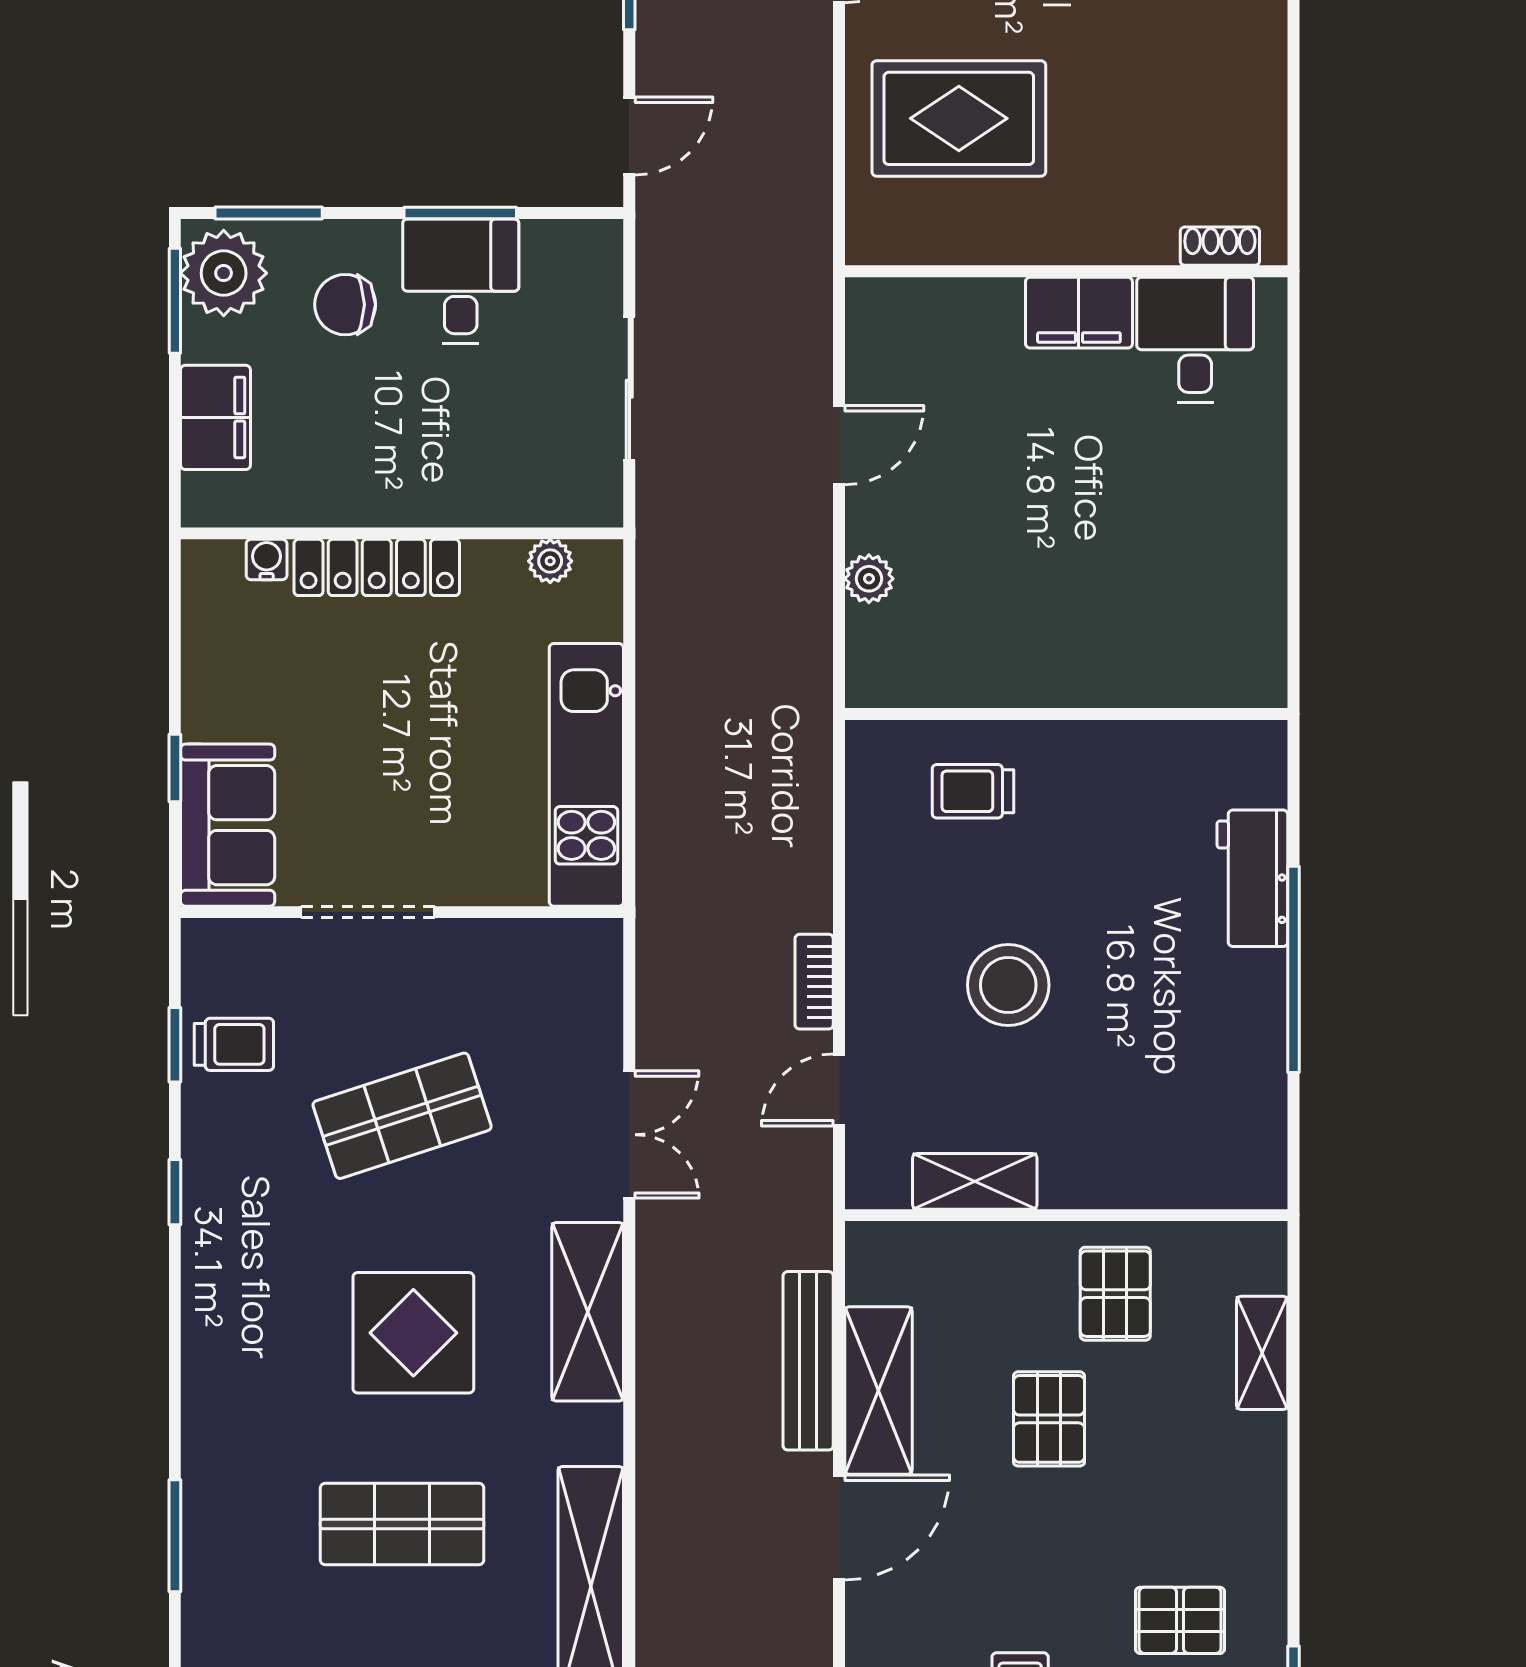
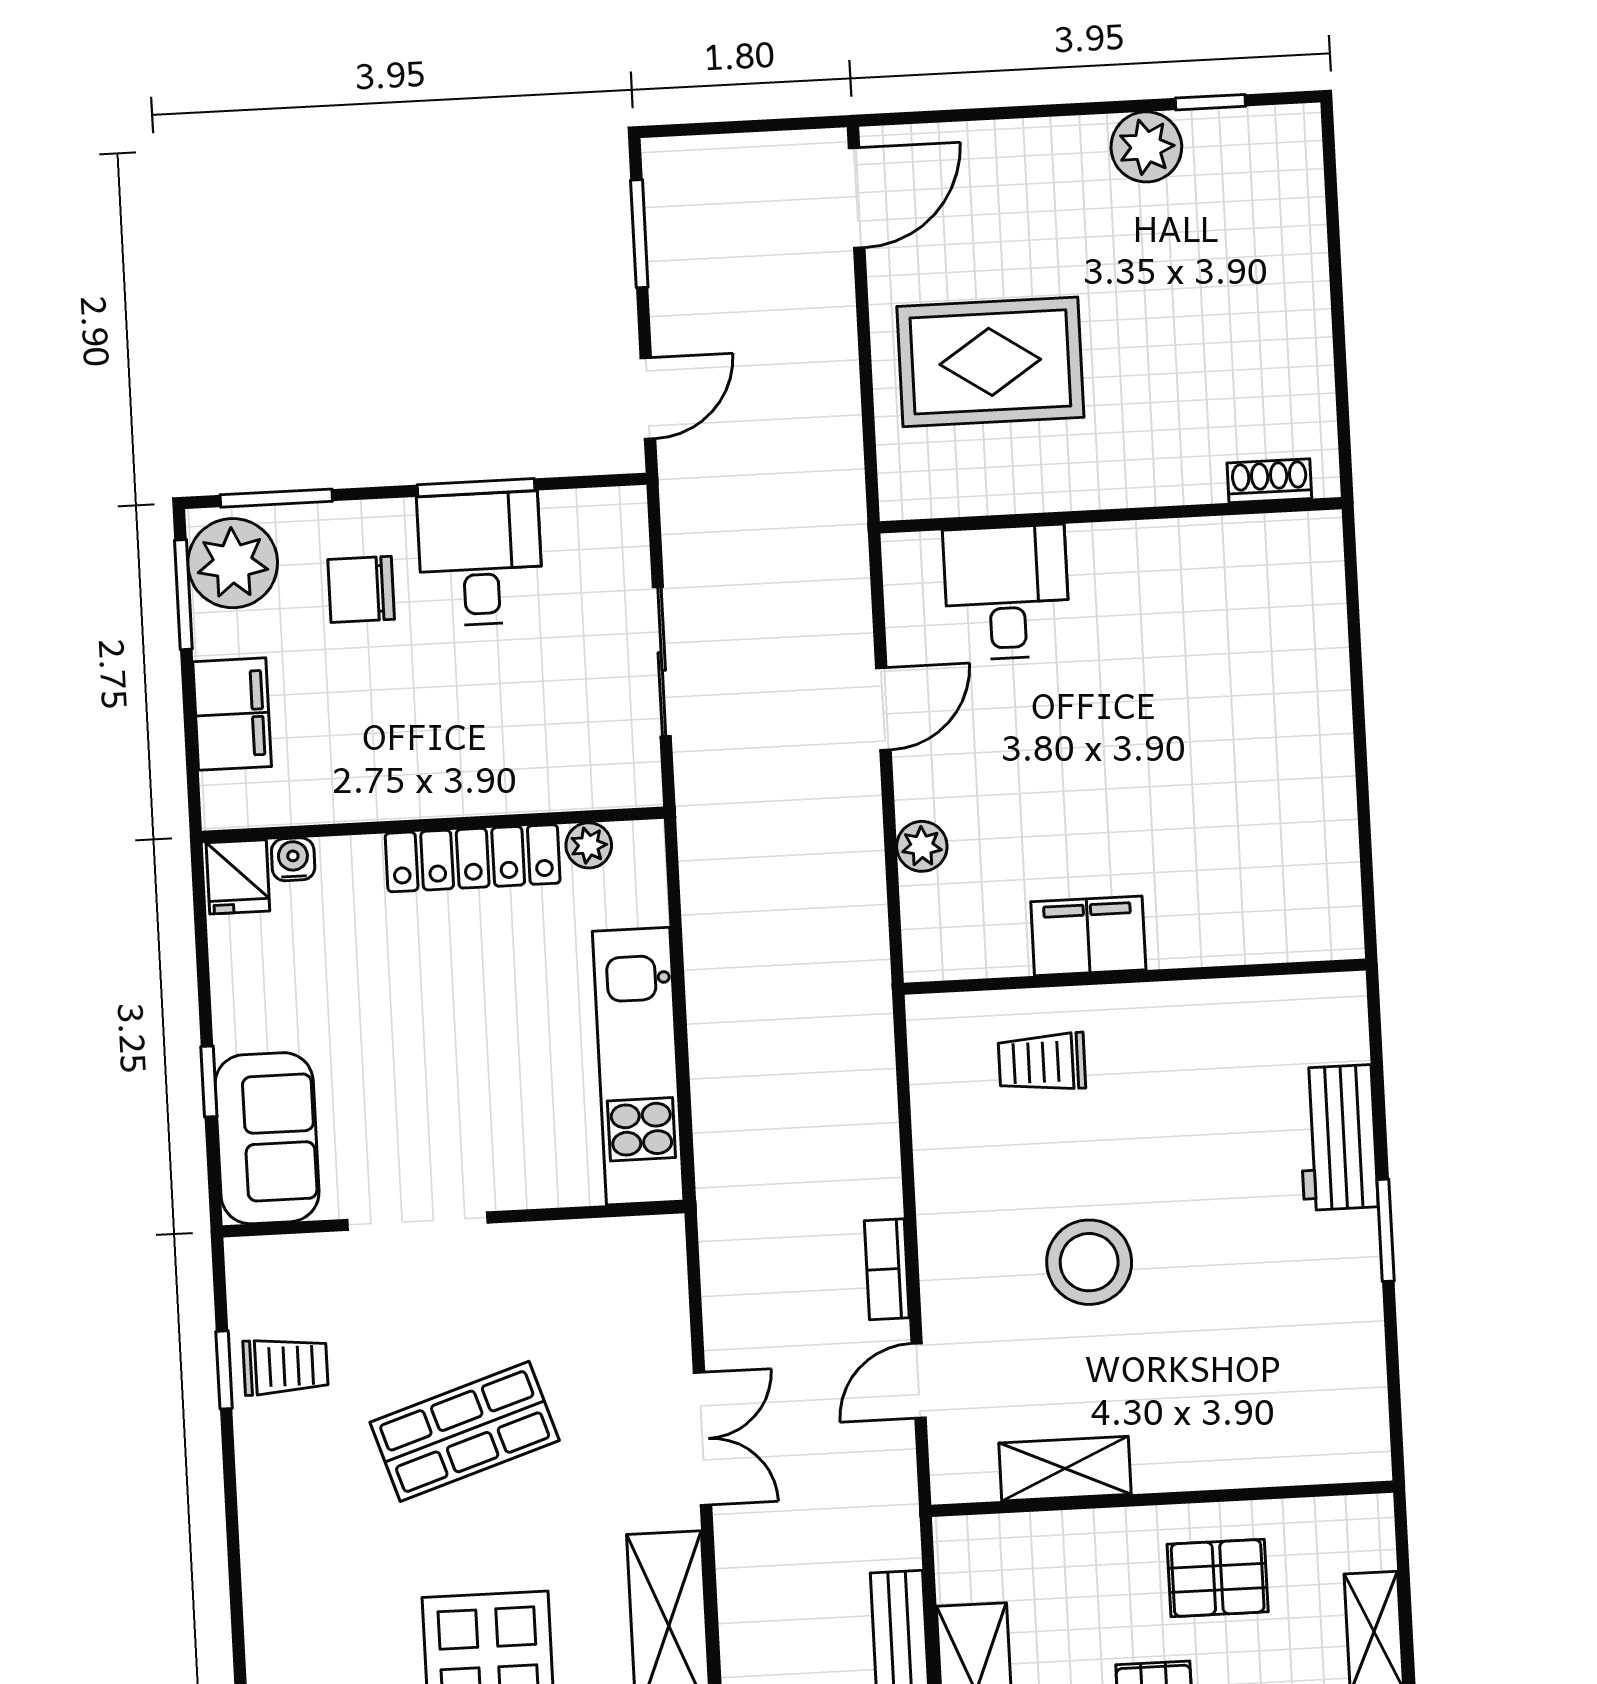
filing cabinet: (1079, 313) -> (1088, 936), moved, turned 180
desk: (1195, 340) -> (1007, 592), moved
locker: (377, 567) -> (473, 858), moved
fridge: (213, 574) -> (238, 877), added
window: (1293, 969) -> (1386, 1230), width x0.47
window: (175, 1192) -> (232, 1524), removed
pallet: (1115, 1294) -> (1218, 1578), turned 90

